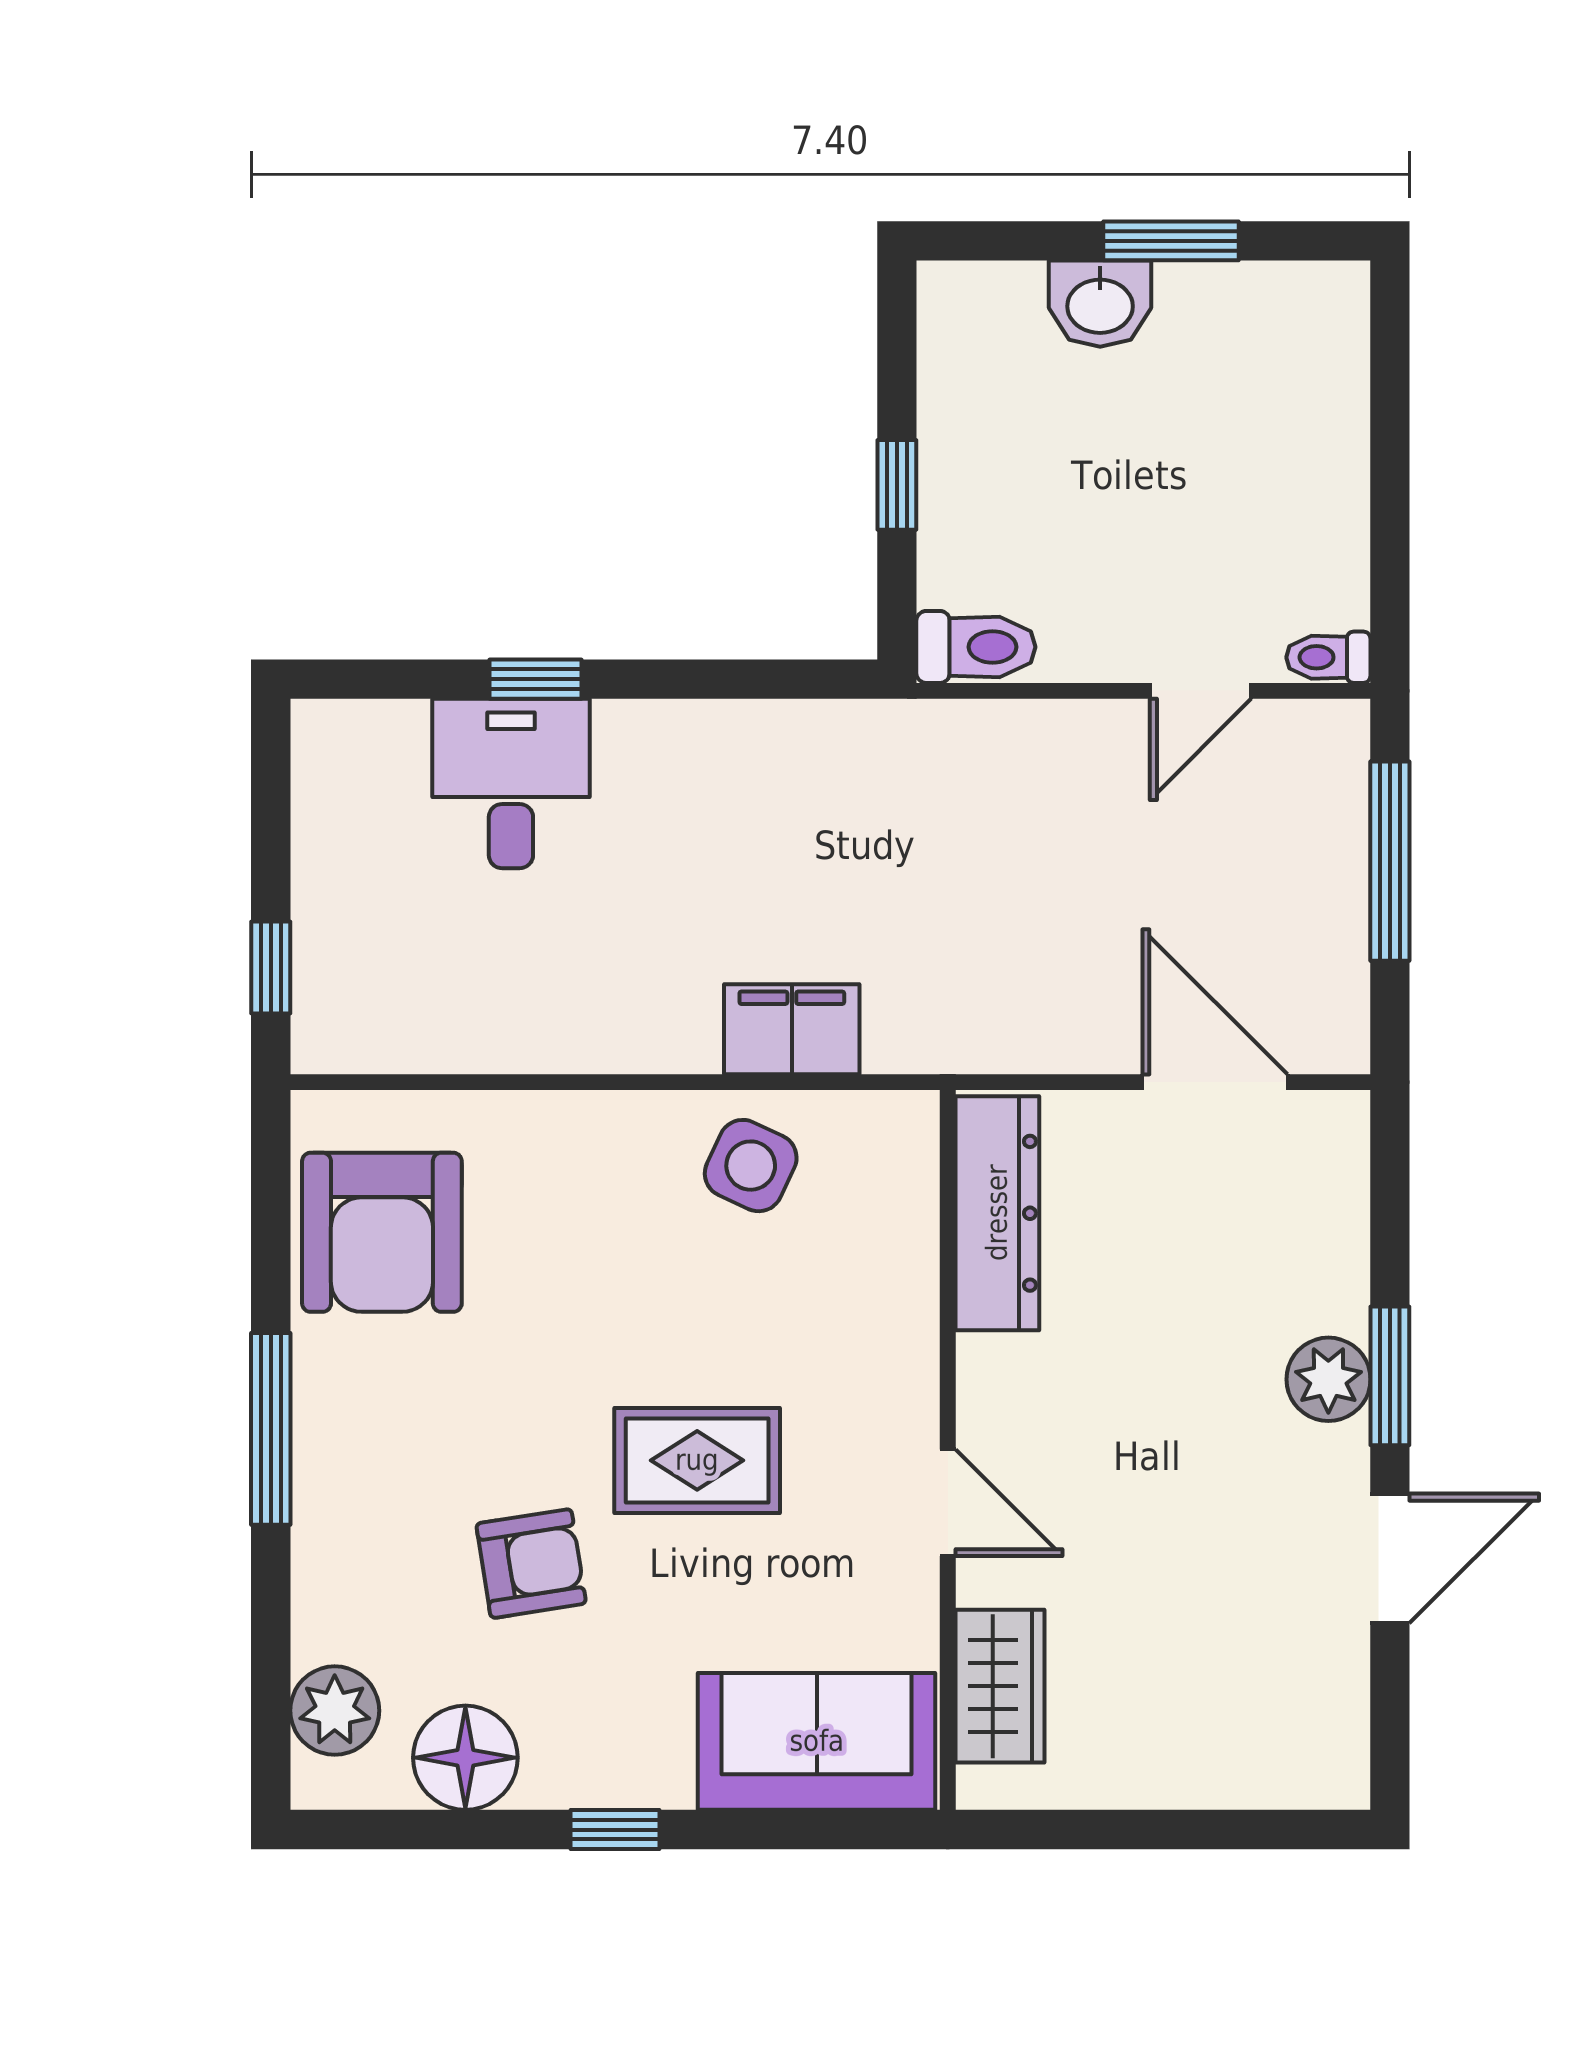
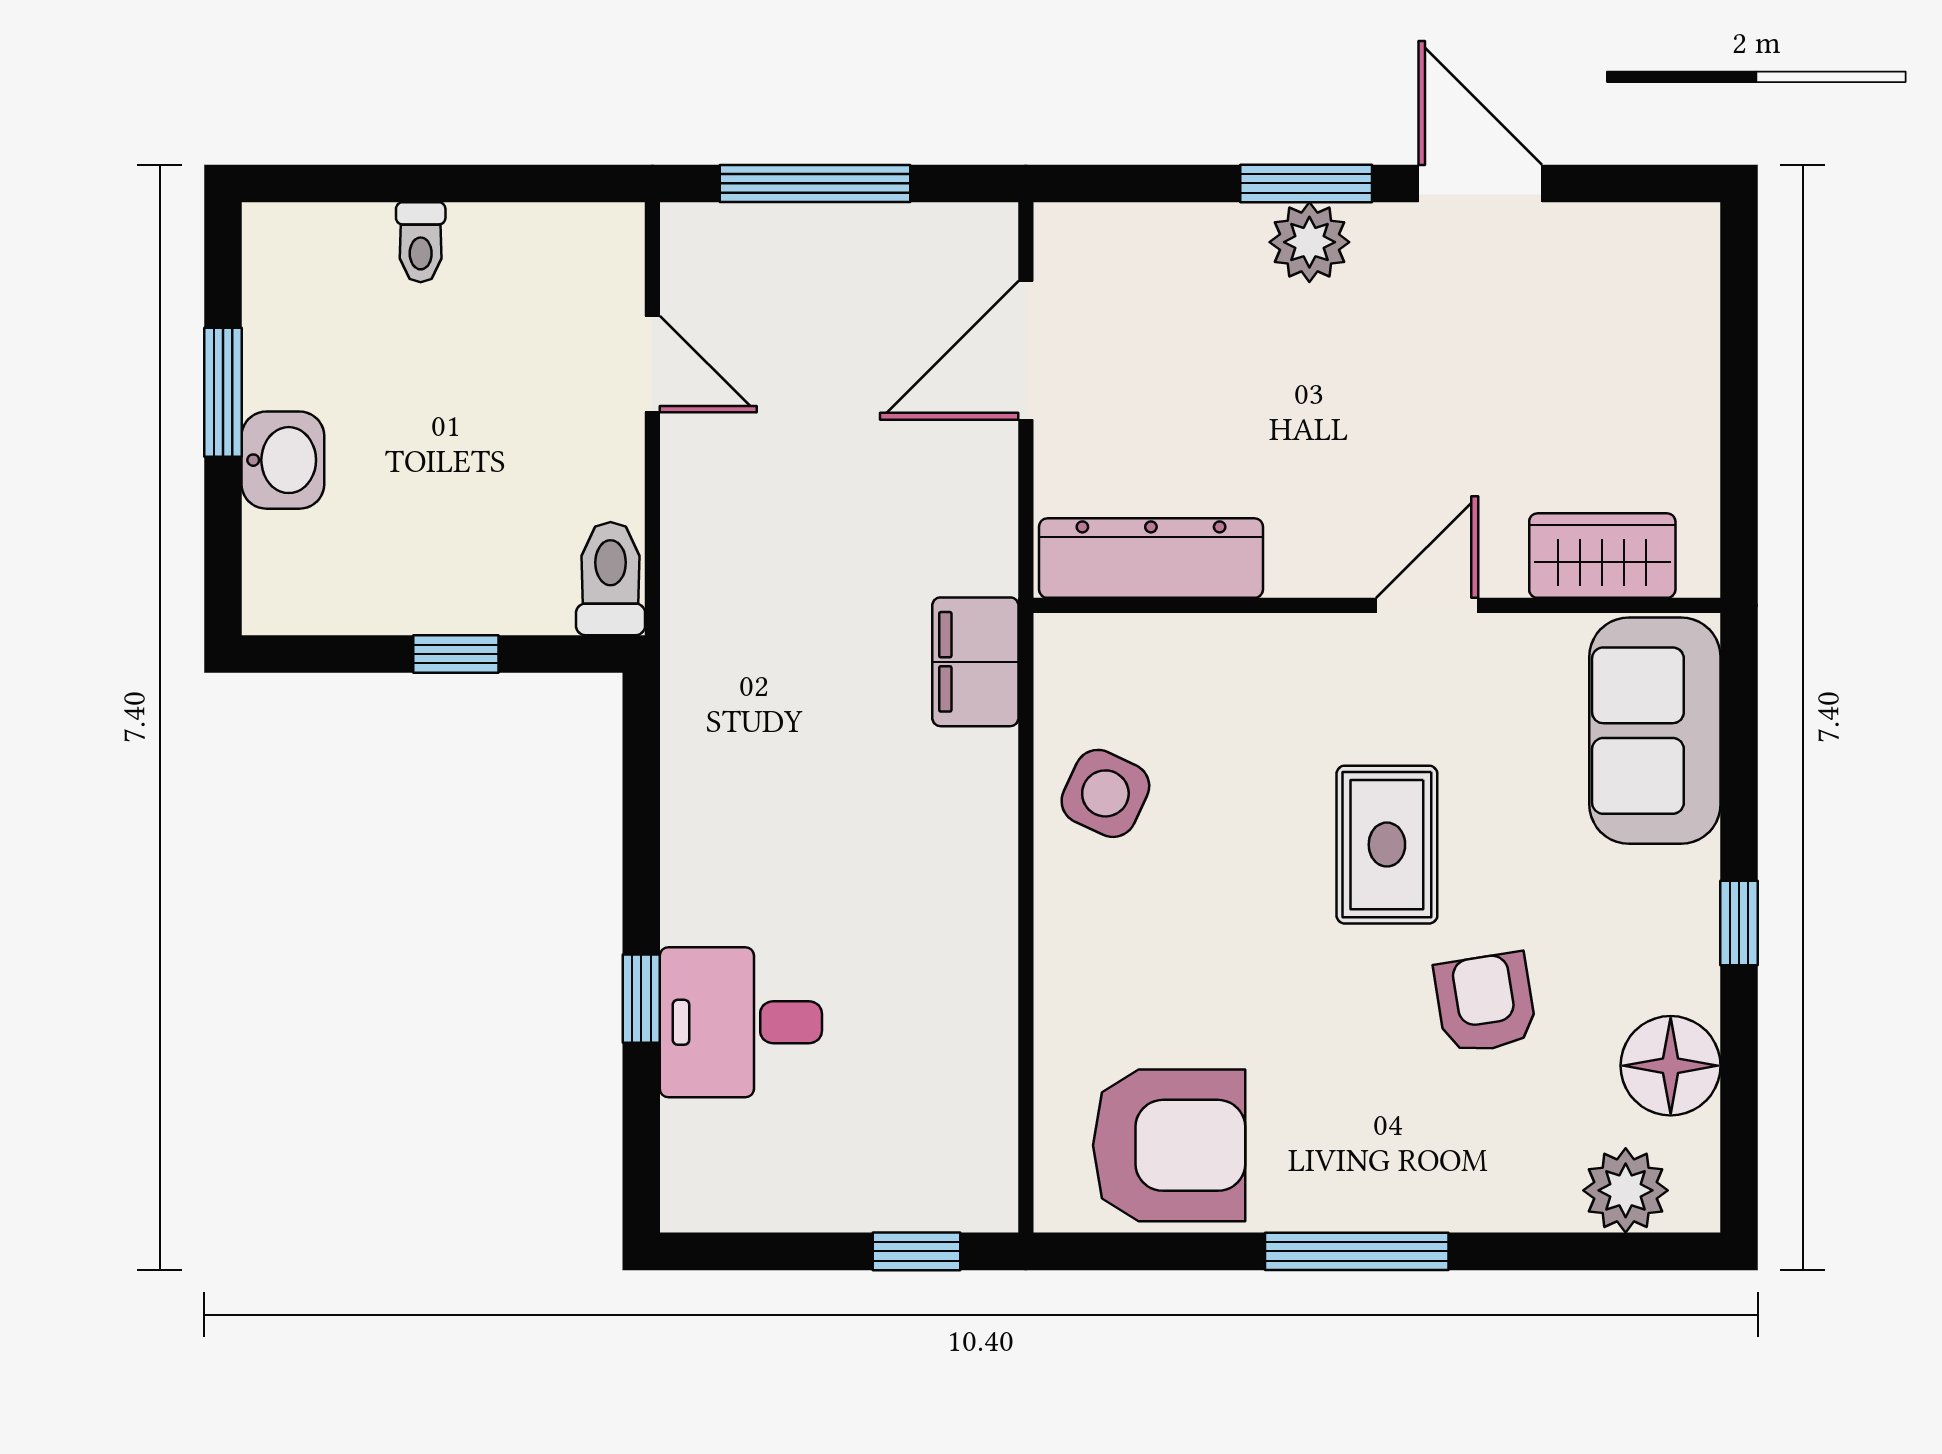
toilet: (1328, 657) -> (421, 242), moved
filing cabinet: (792, 1029) -> (975, 662), moved

